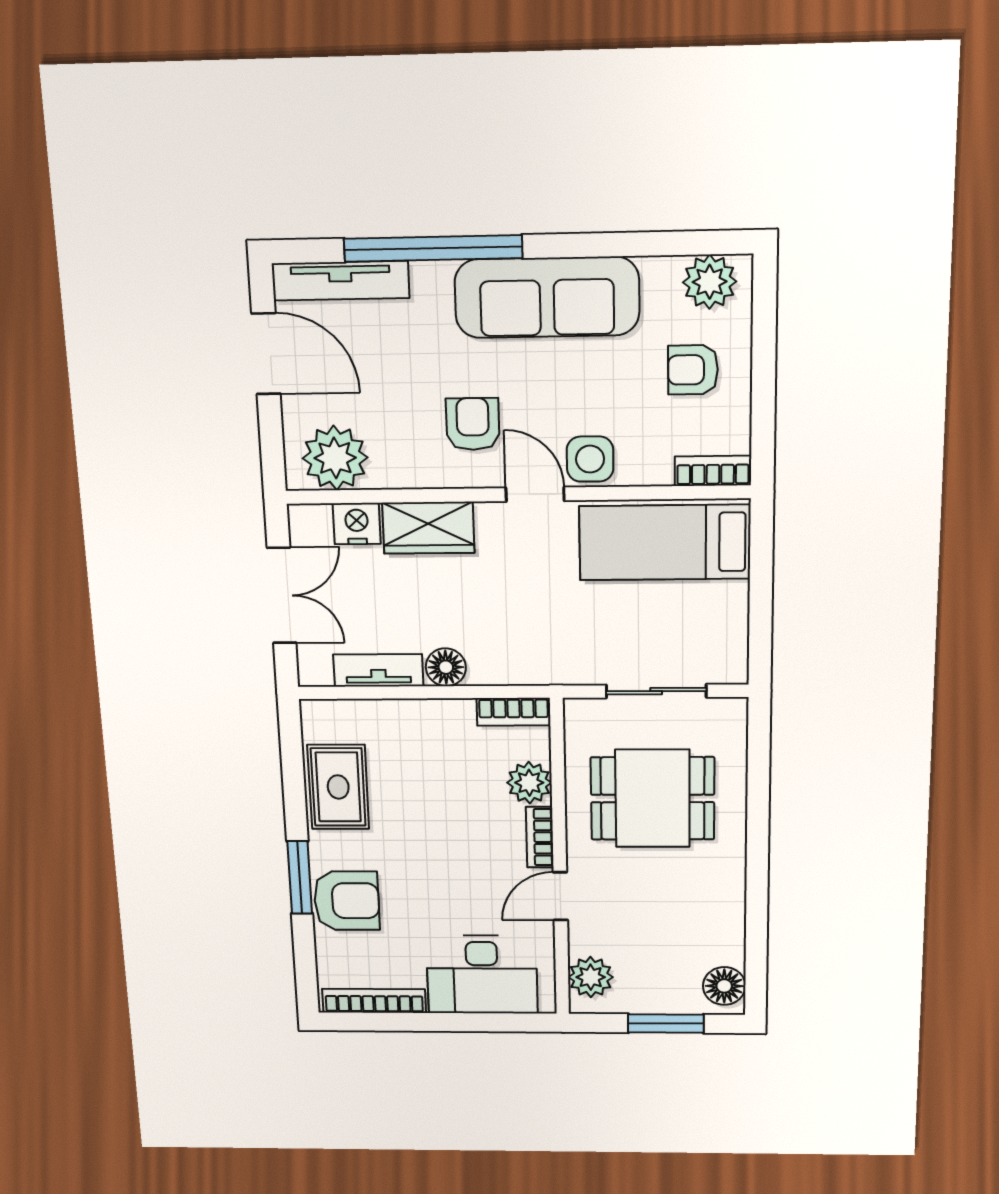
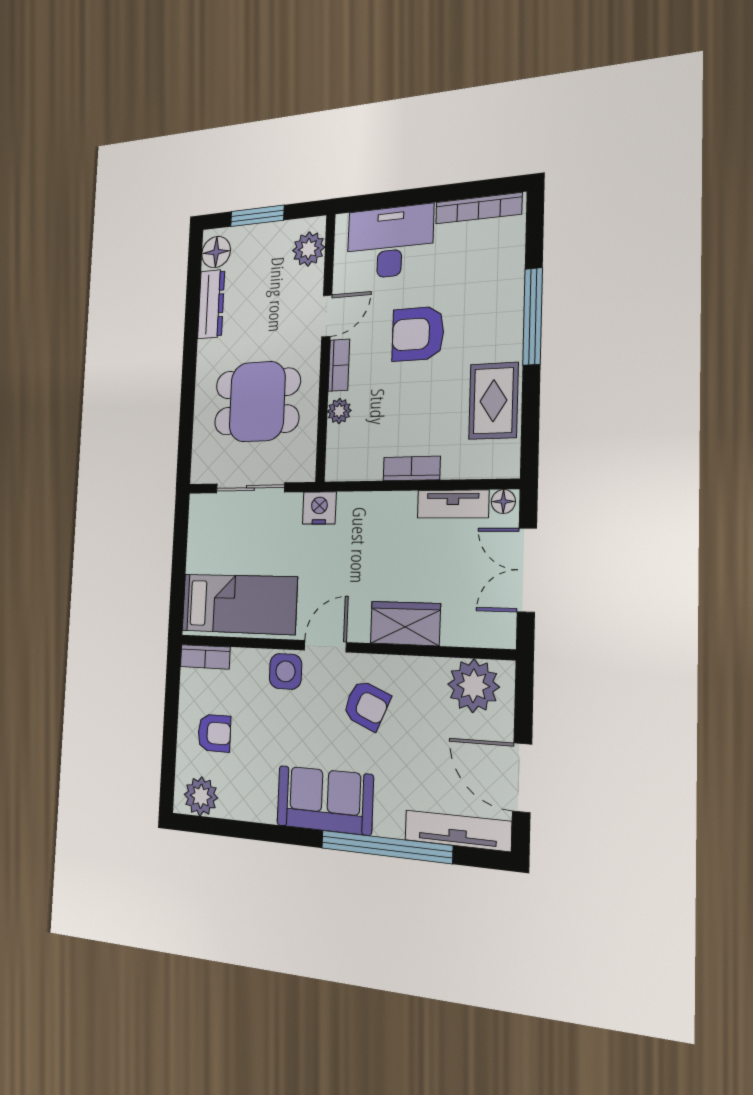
sofa: (547, 297) -> (325, 800), width x0.73
armchair: (473, 424) -> (366, 705), turned -67
door: (535, 494) -> (325, 646), swing flipped
nightstand: (357, 524) -> (319, 508), moved, turned 180
floor lamp: (446, 667) -> (503, 502), moved, width x0.73, depth x0.73
bookcase: (514, 712) -> (412, 468), moved
plant: (529, 783) -> (339, 411), width x0.73, depth x0.73
window: (300, 877) -> (533, 316), width x1.44
armchair: (347, 901) -> (418, 334), moved
dresser: (728, 923) -> (211, 304), added

